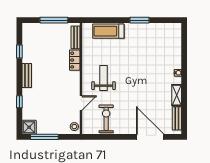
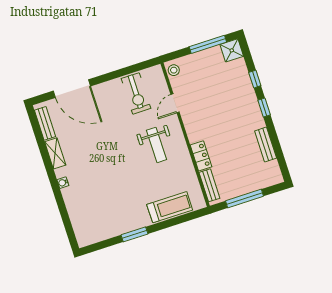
window: (19, 52) -> (264, 108), moved
bench: (27, 75) -> (266, 145), moved

